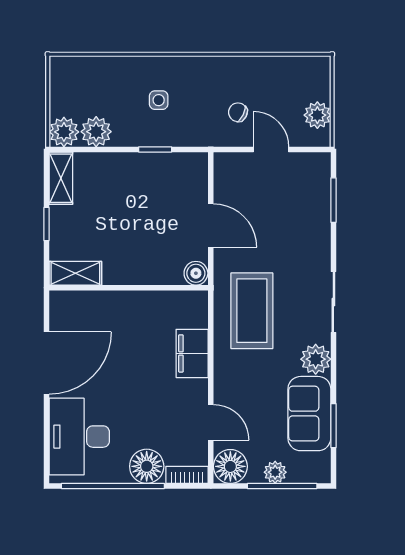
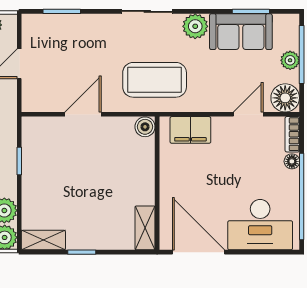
shelving: (75, 273) -> (145, 228), moved
boiler: (196, 273) -> (145, 127), moved
wall: (129, 288) -> (157, 183), moved
floor lamp: (147, 466) -> (292, 161), width x0.53, depth x0.53

